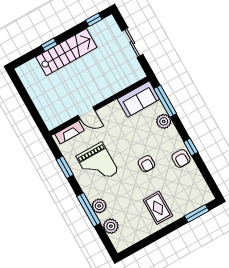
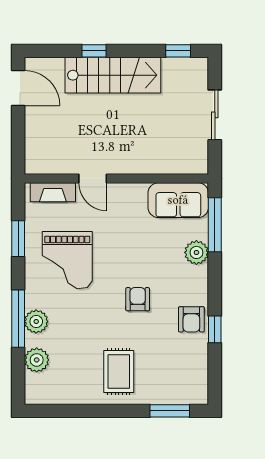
door: (20, 87) -> (18, 88), added
window: (191, 147) -> (215, 329), moved
armchair: (146, 164) -> (138, 299), turned 180

